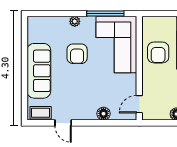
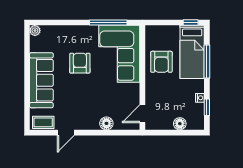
plant: (75, 21) -> (35, 31), moved
armchair: (77, 54) -> (80, 63), turned 180
door: (63, 123) -> (66, 133), hinge flipped

